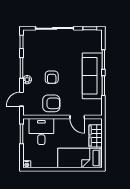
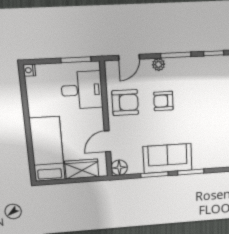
sofa: (92, 76) -> (168, 158), width x0.73
door: (22, 99) -> (129, 57), swing flipped
armchair: (51, 103) -> (125, 103), turned -90
floor lamp: (96, 110) -> (119, 168), added

